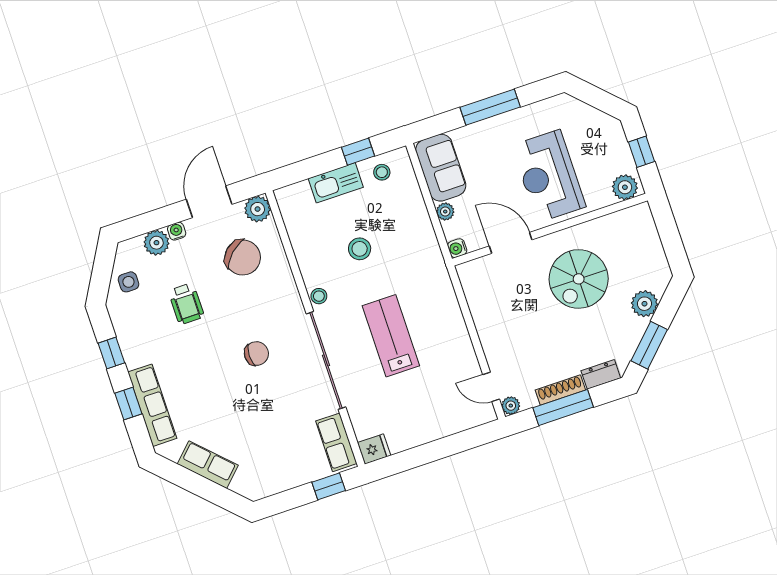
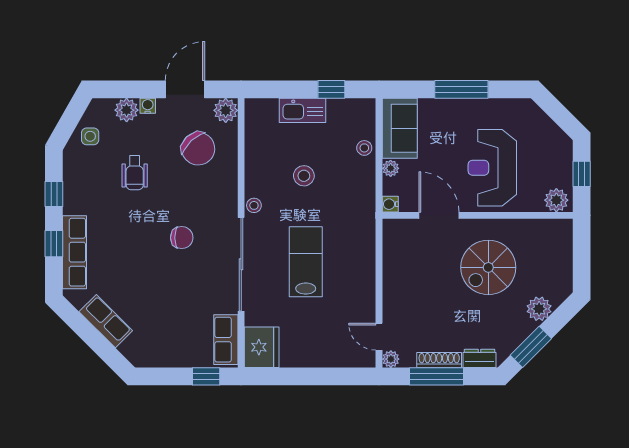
stool: (382, 172) -> (364, 148), moved
fridge: (374, 449) -> (262, 347), width x1.88, depth x1.34

